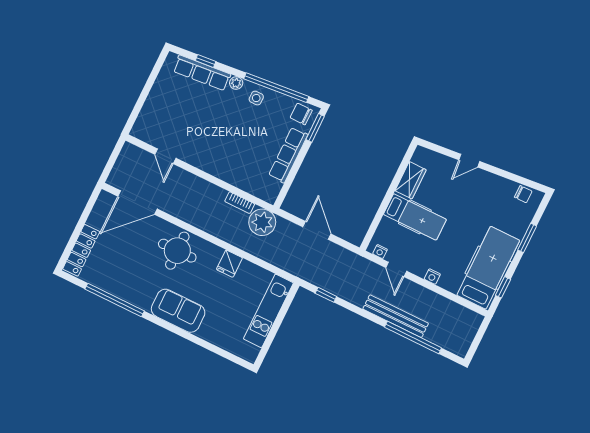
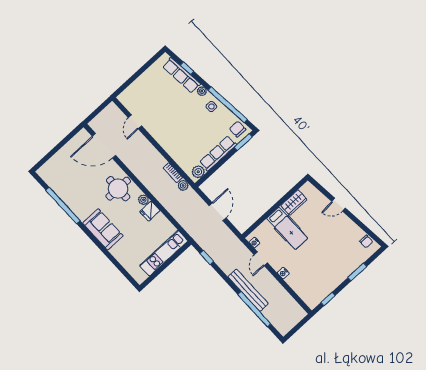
plant: (272, 189) -> (198, 172), added
plant: (262, 222) -> (183, 185), width x0.53, depth x0.53
locker: (81, 250) -> (53, 163), removed
plant: (215, 252) -> (143, 200), added
hospital bed: (488, 268) -> (323, 282), removed

